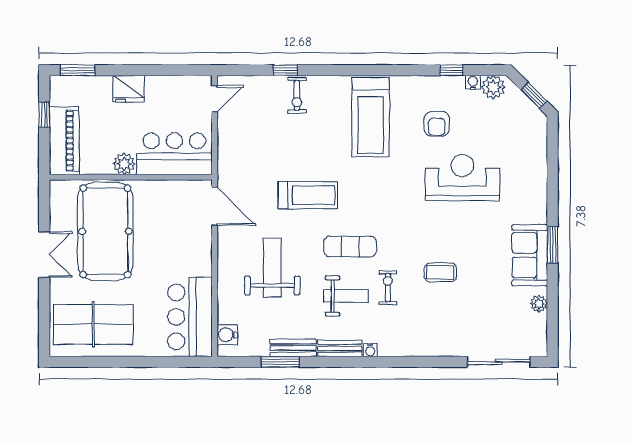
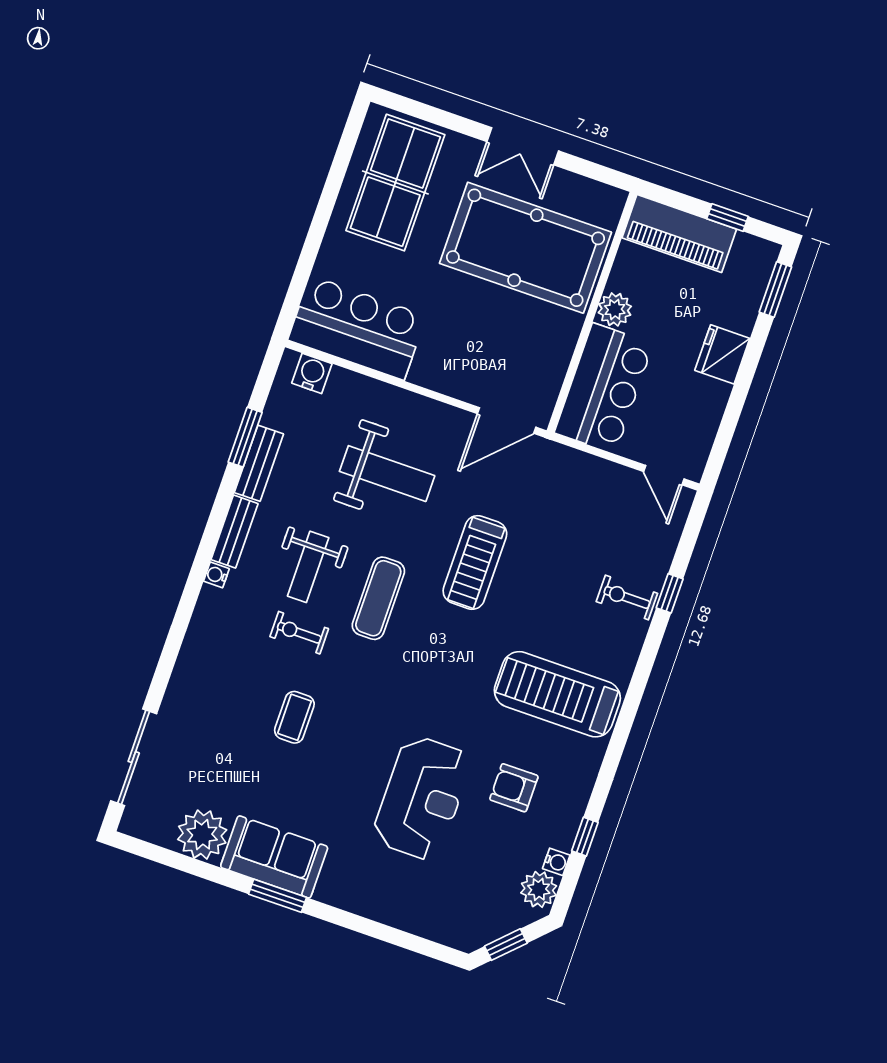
exercise bike: (388, 287) -> (299, 633), turned 180
plant: (539, 304) -> (202, 835), width x1.88, depth x1.88

